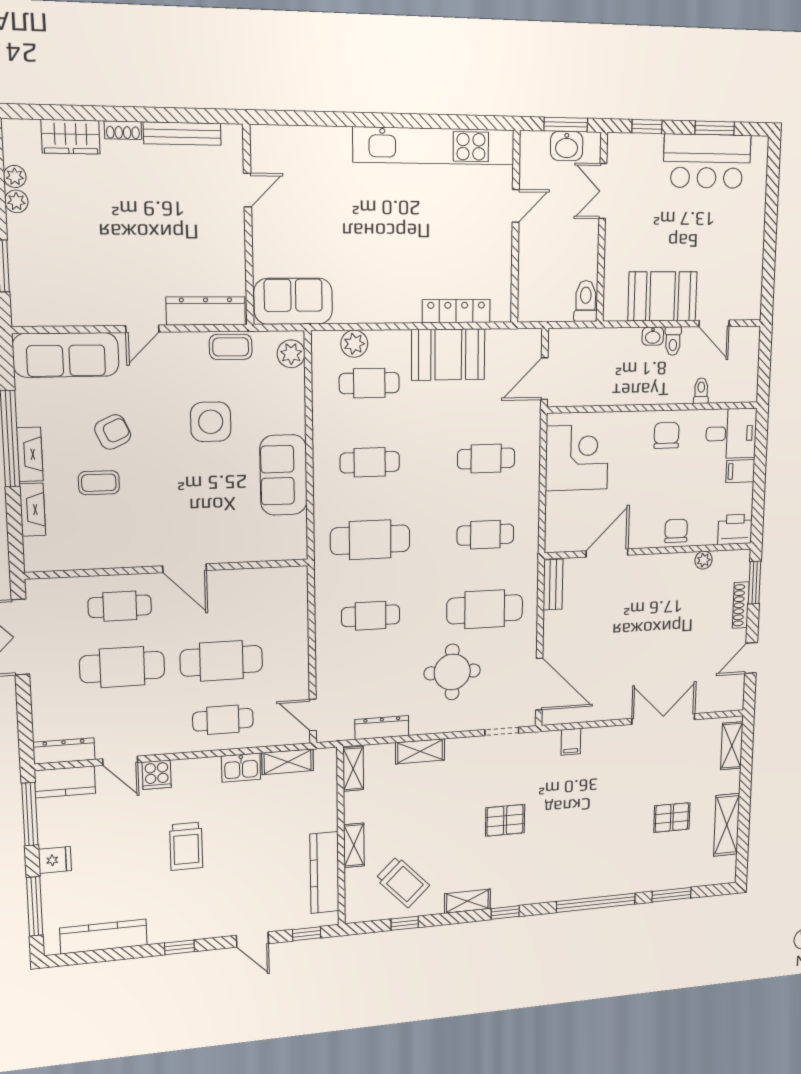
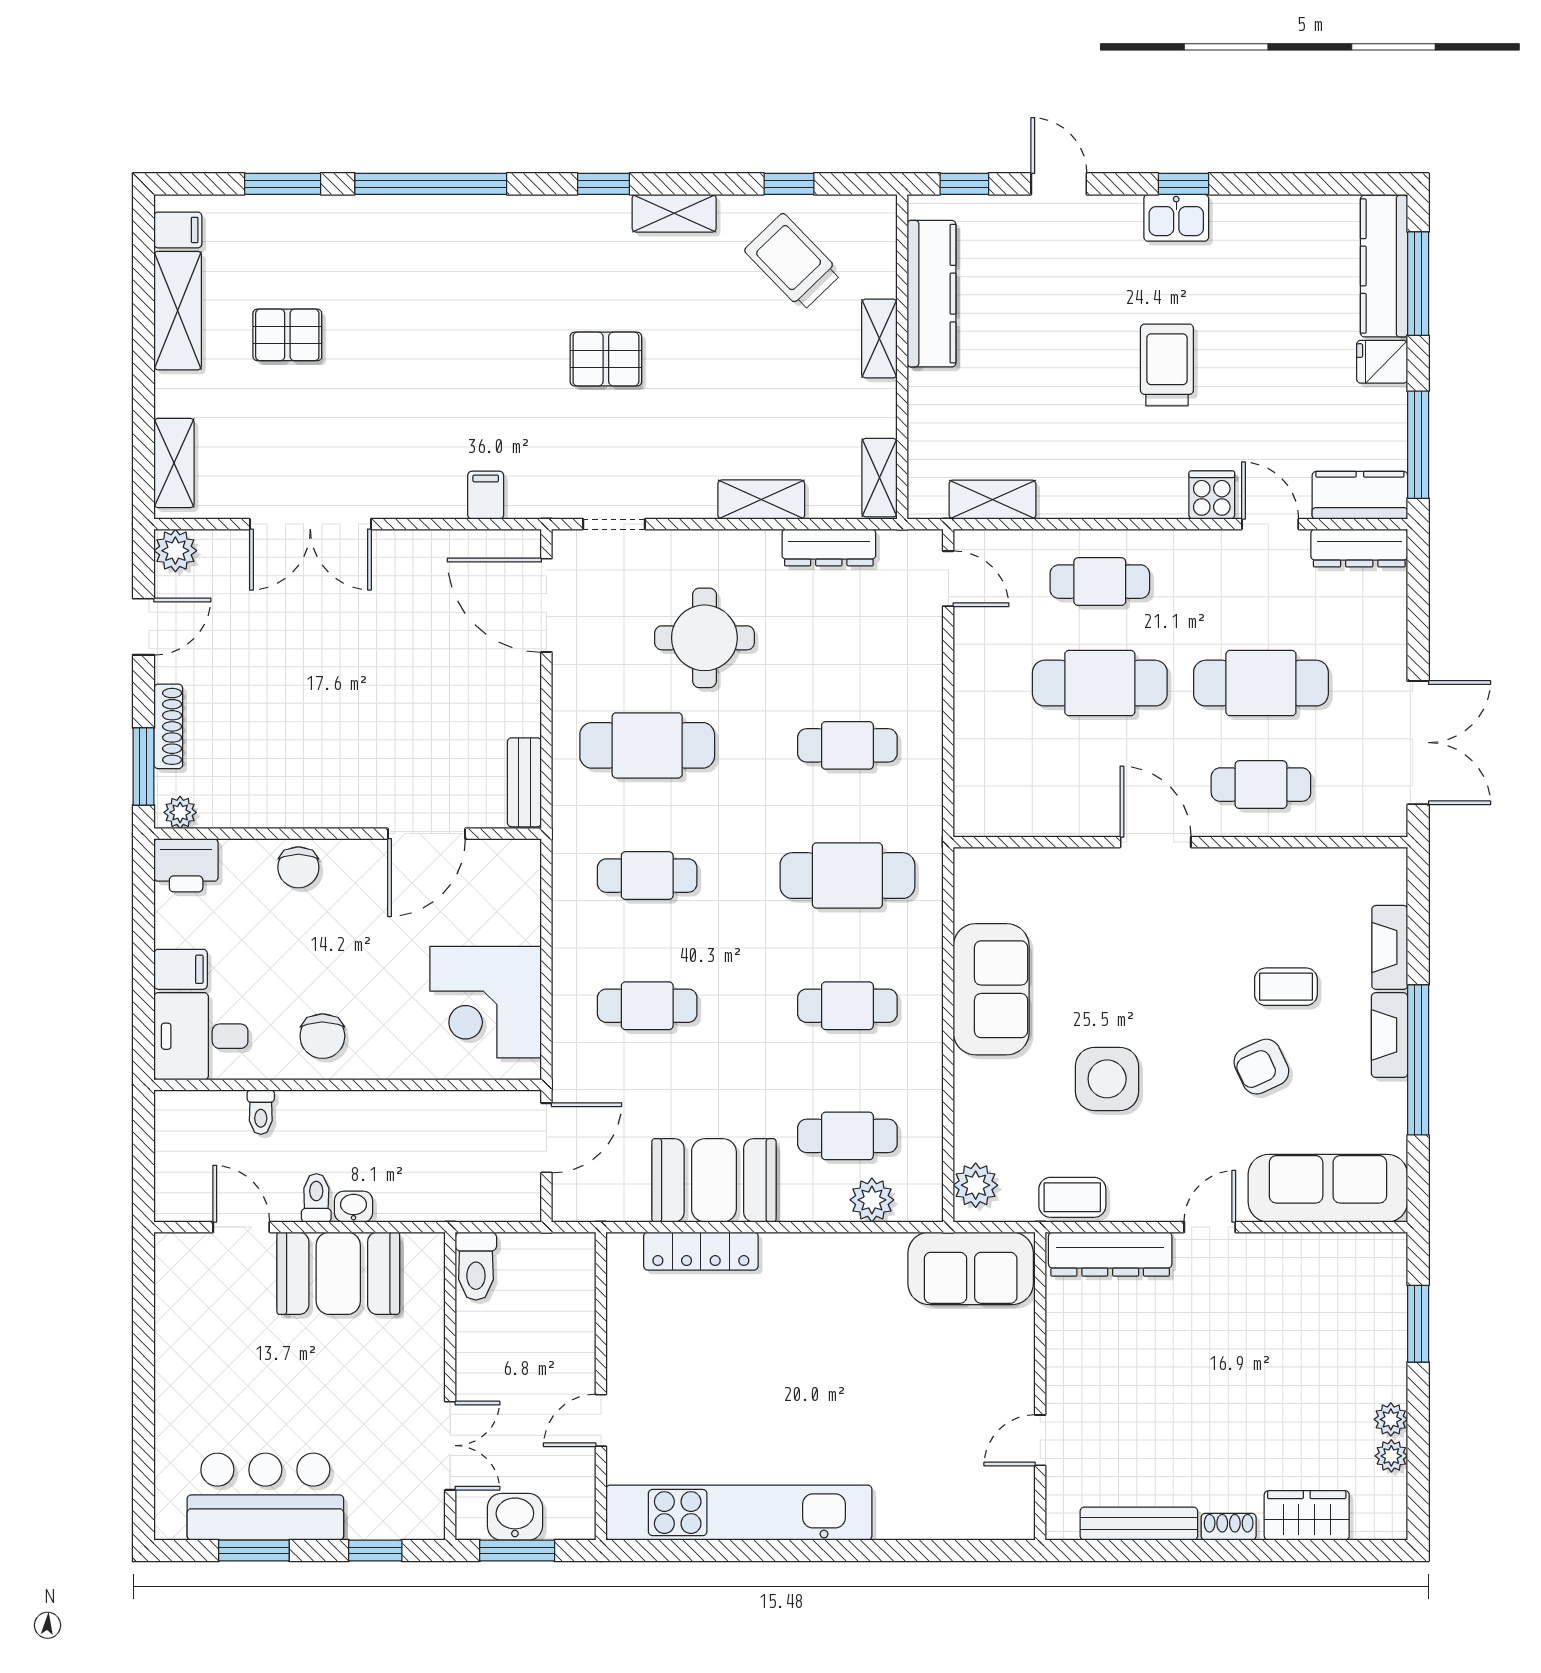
plant: (704, 560) -> (180, 812), moved
plant: (733, 700) -> (175, 551), added
kitchen sink: (241, 768) -> (1176, 218), moved, turned 180
filing cabinet: (725, 866) -> (178, 230), added
kitchen counter: (104, 936) -> (1384, 266), moved, turned 90

